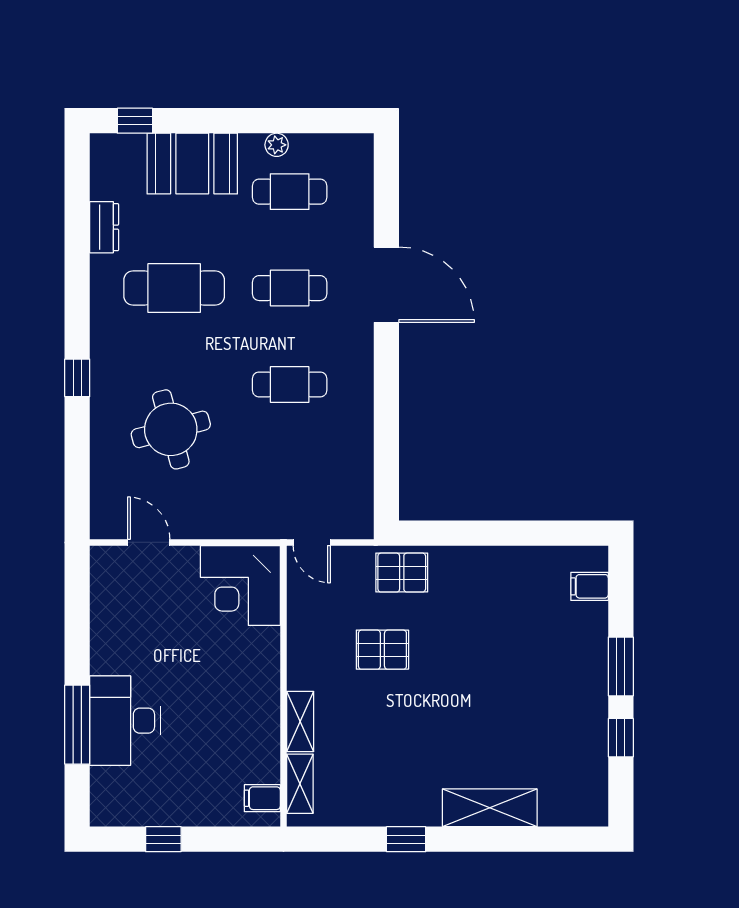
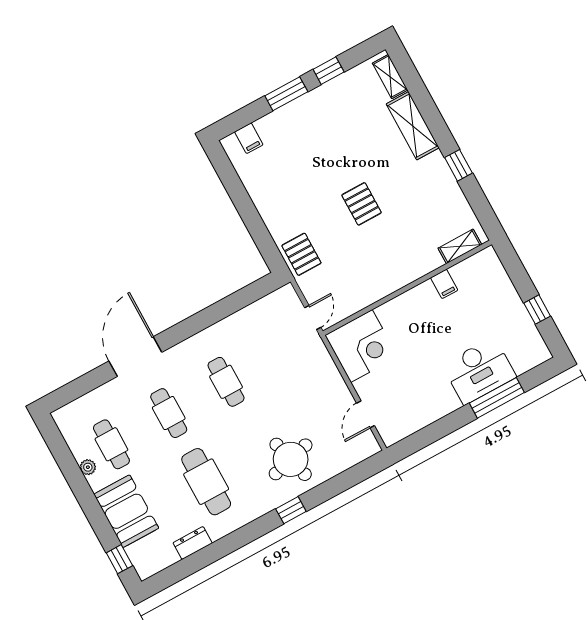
round table: (171, 429) -> (291, 459), moved
pallet: (382, 650) -> (362, 204), moved
shelving: (300, 721) -> (390, 77), moved, turned 90
filing cabinet: (262, 798) -> (444, 284), moved

